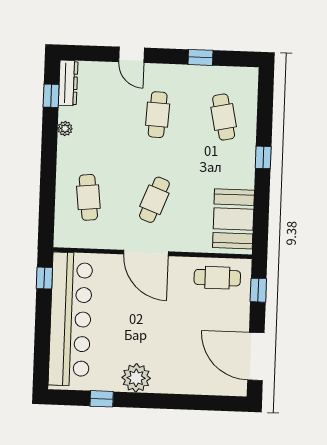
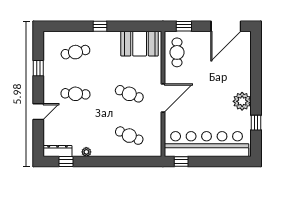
cafe table: (88, 197) -> (129, 136), turned 30

